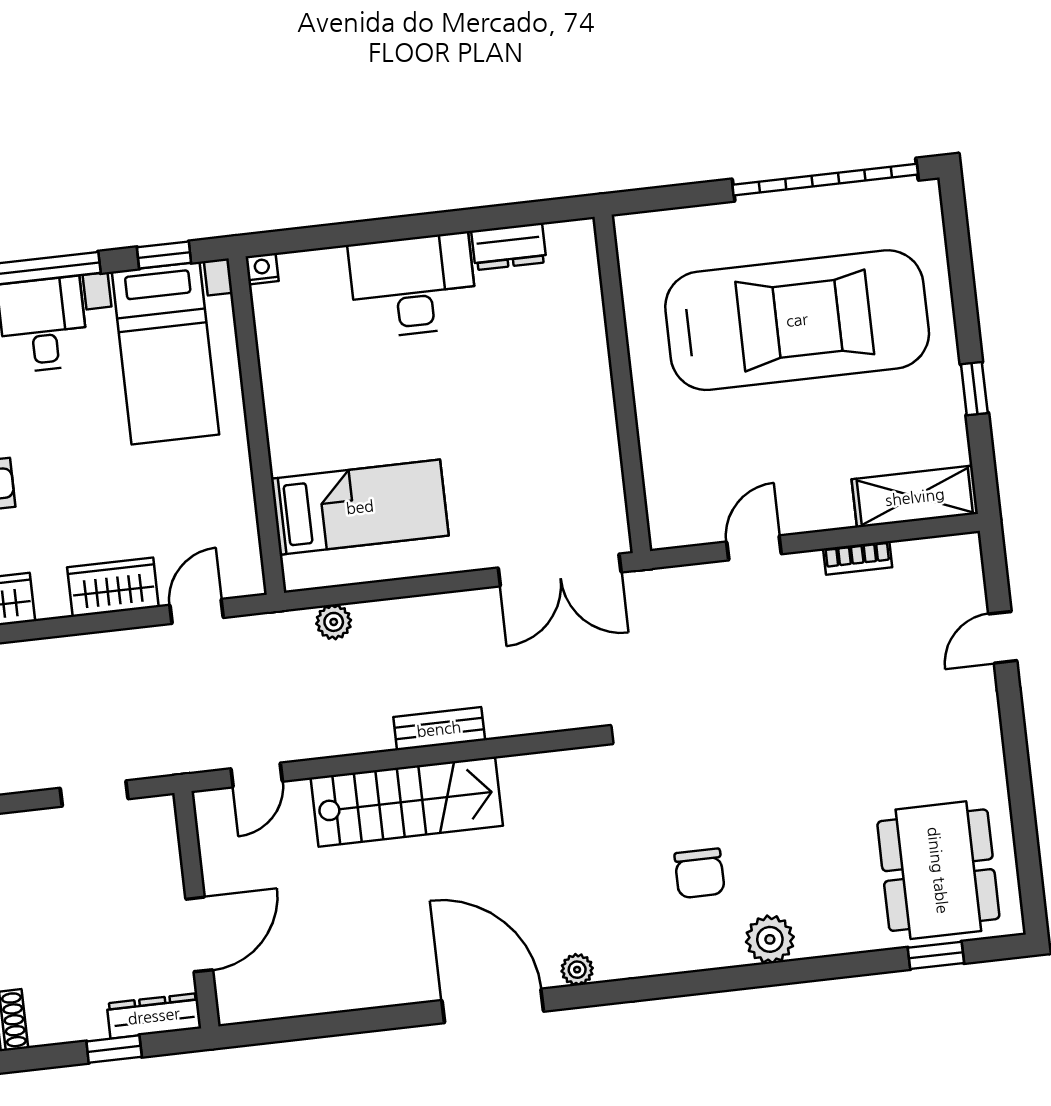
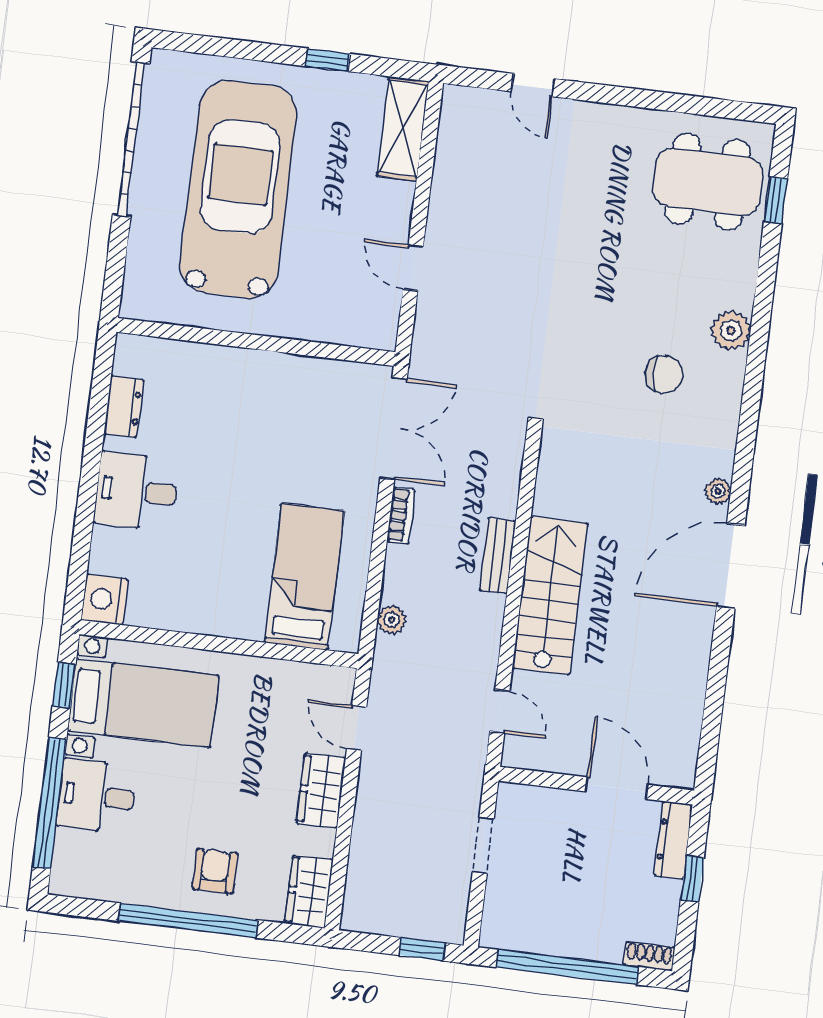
nightstand: (262, 269) -> (105, 599), width x1.89, depth x1.79
desk: (413, 285) -> (136, 491), width x0.73
bookcase: (858, 558) -> (401, 515), moved

